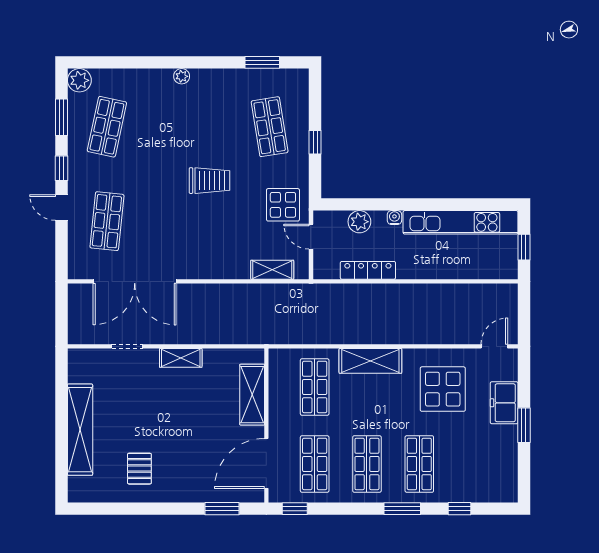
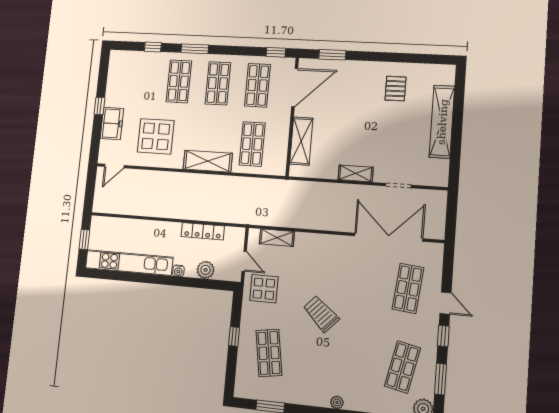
trolley: (209, 181) -> (321, 314), turned 43
window: (524, 425) -> (99, 106), width x0.67

